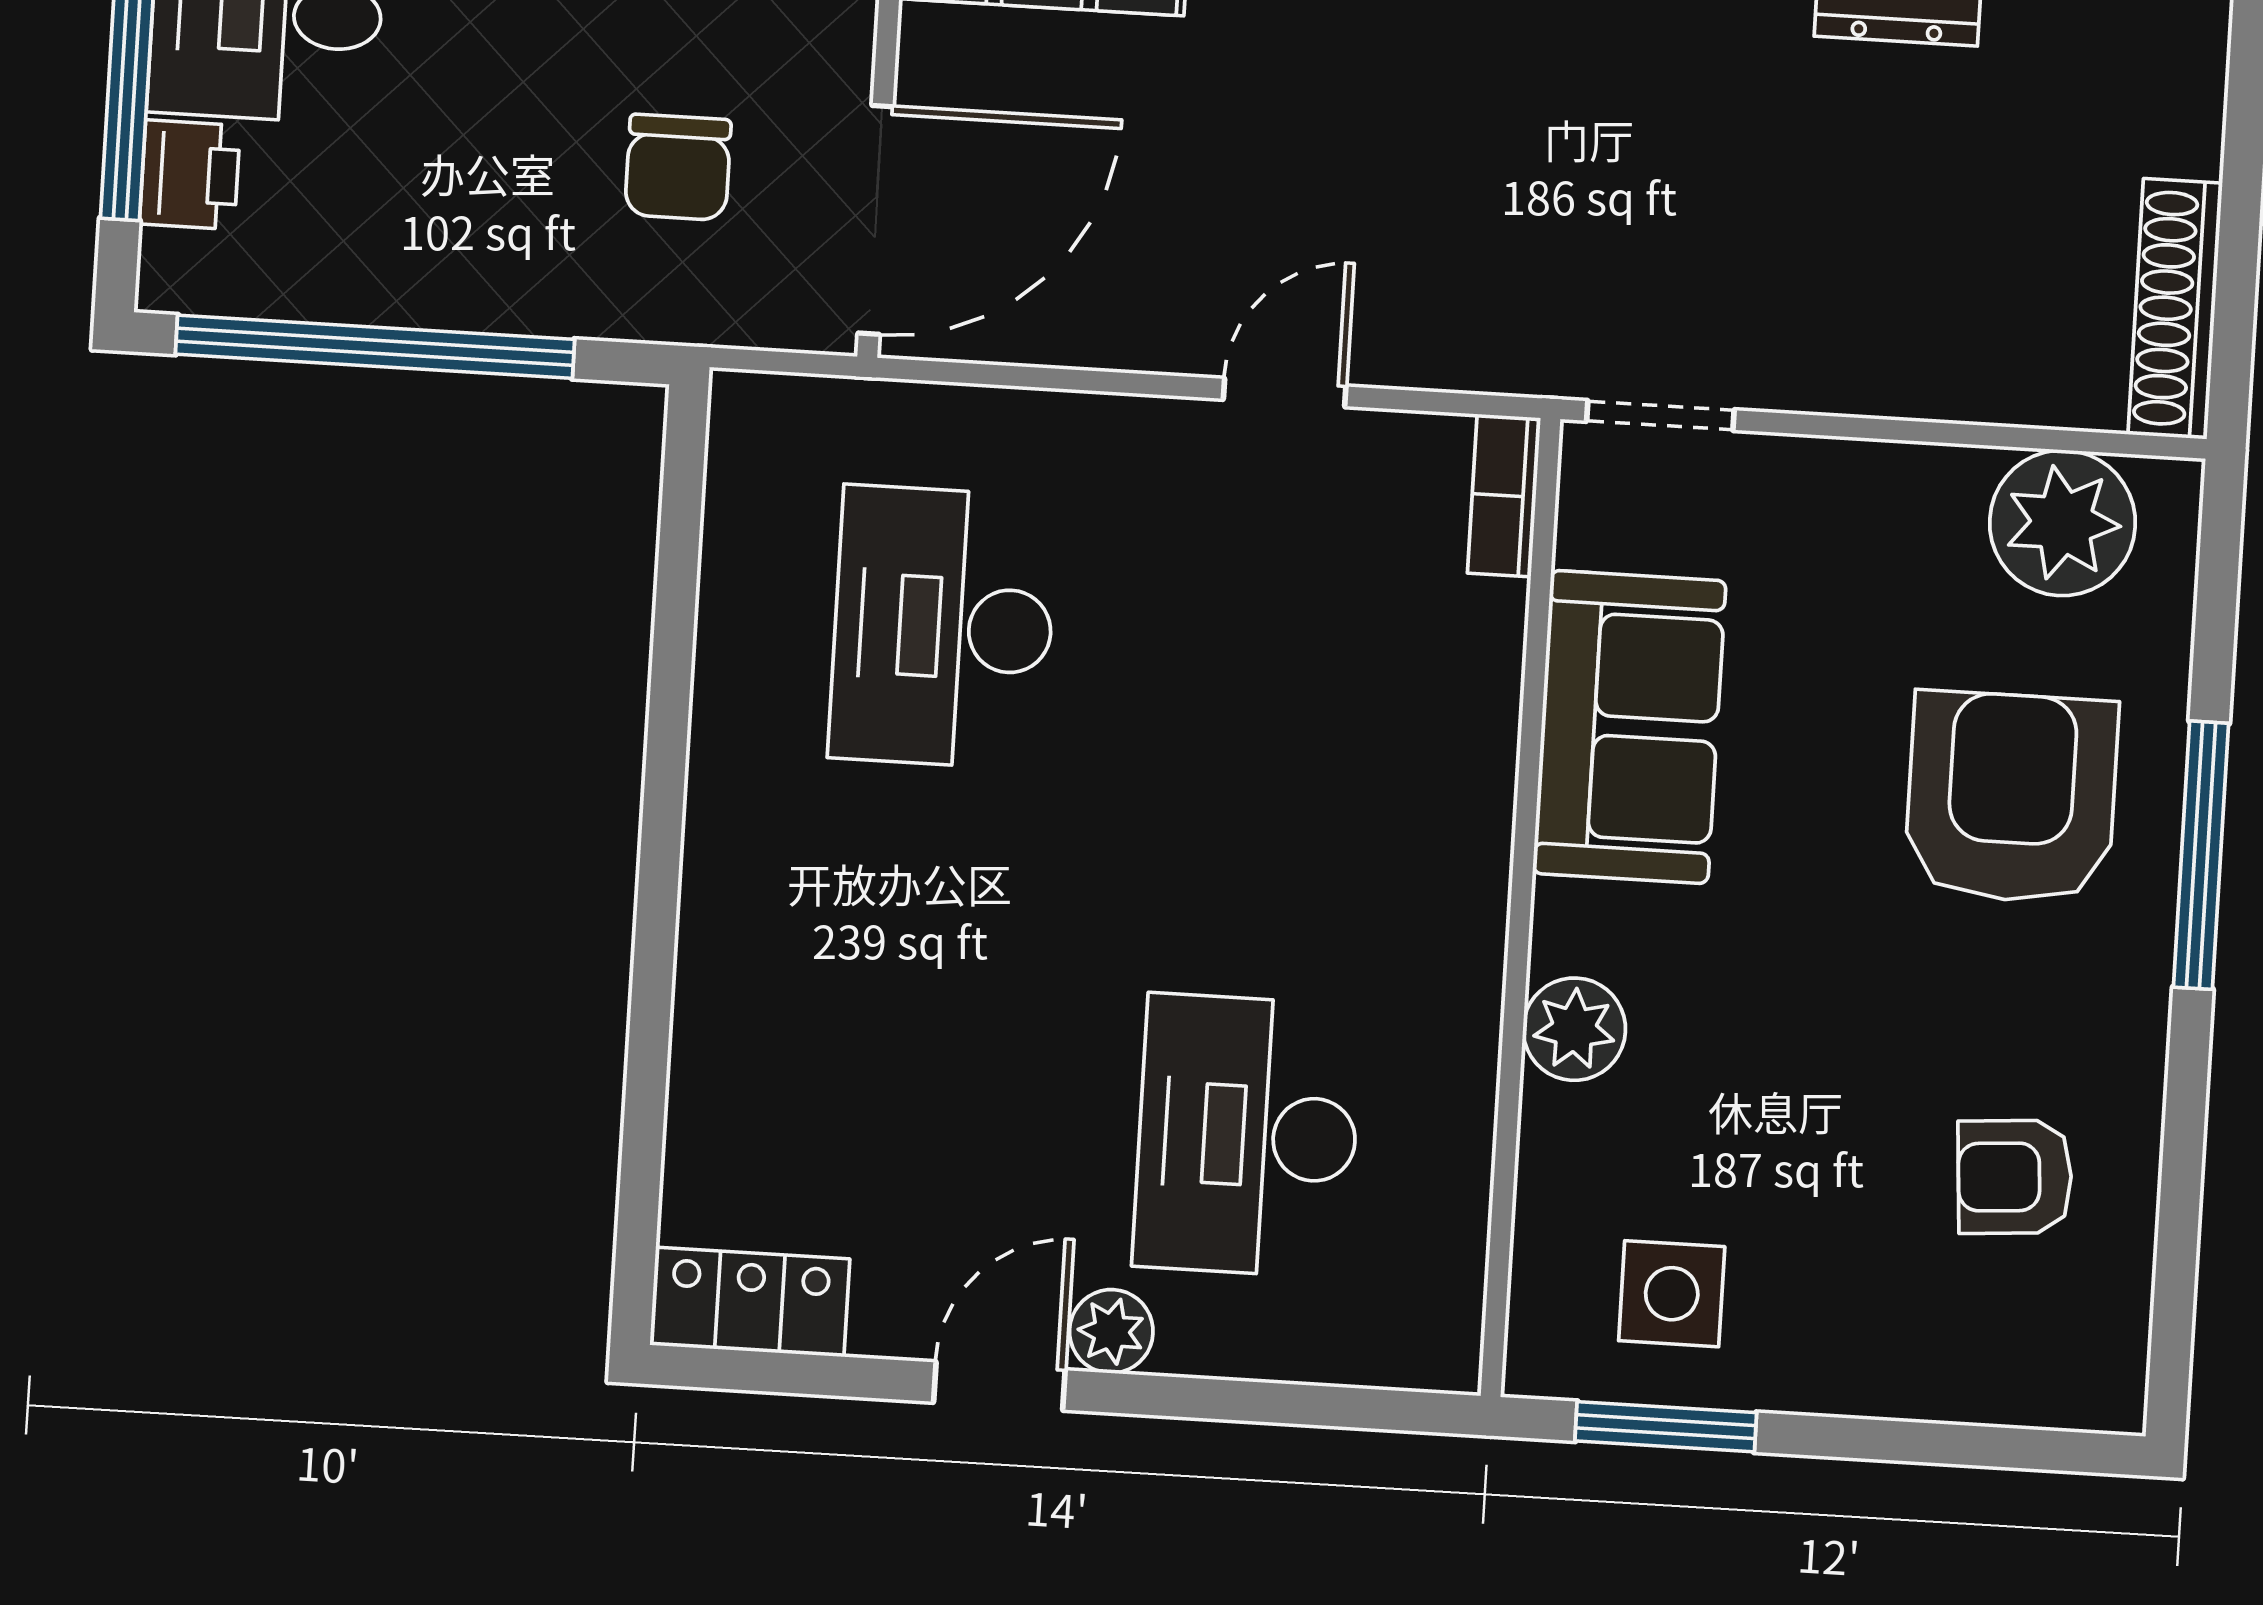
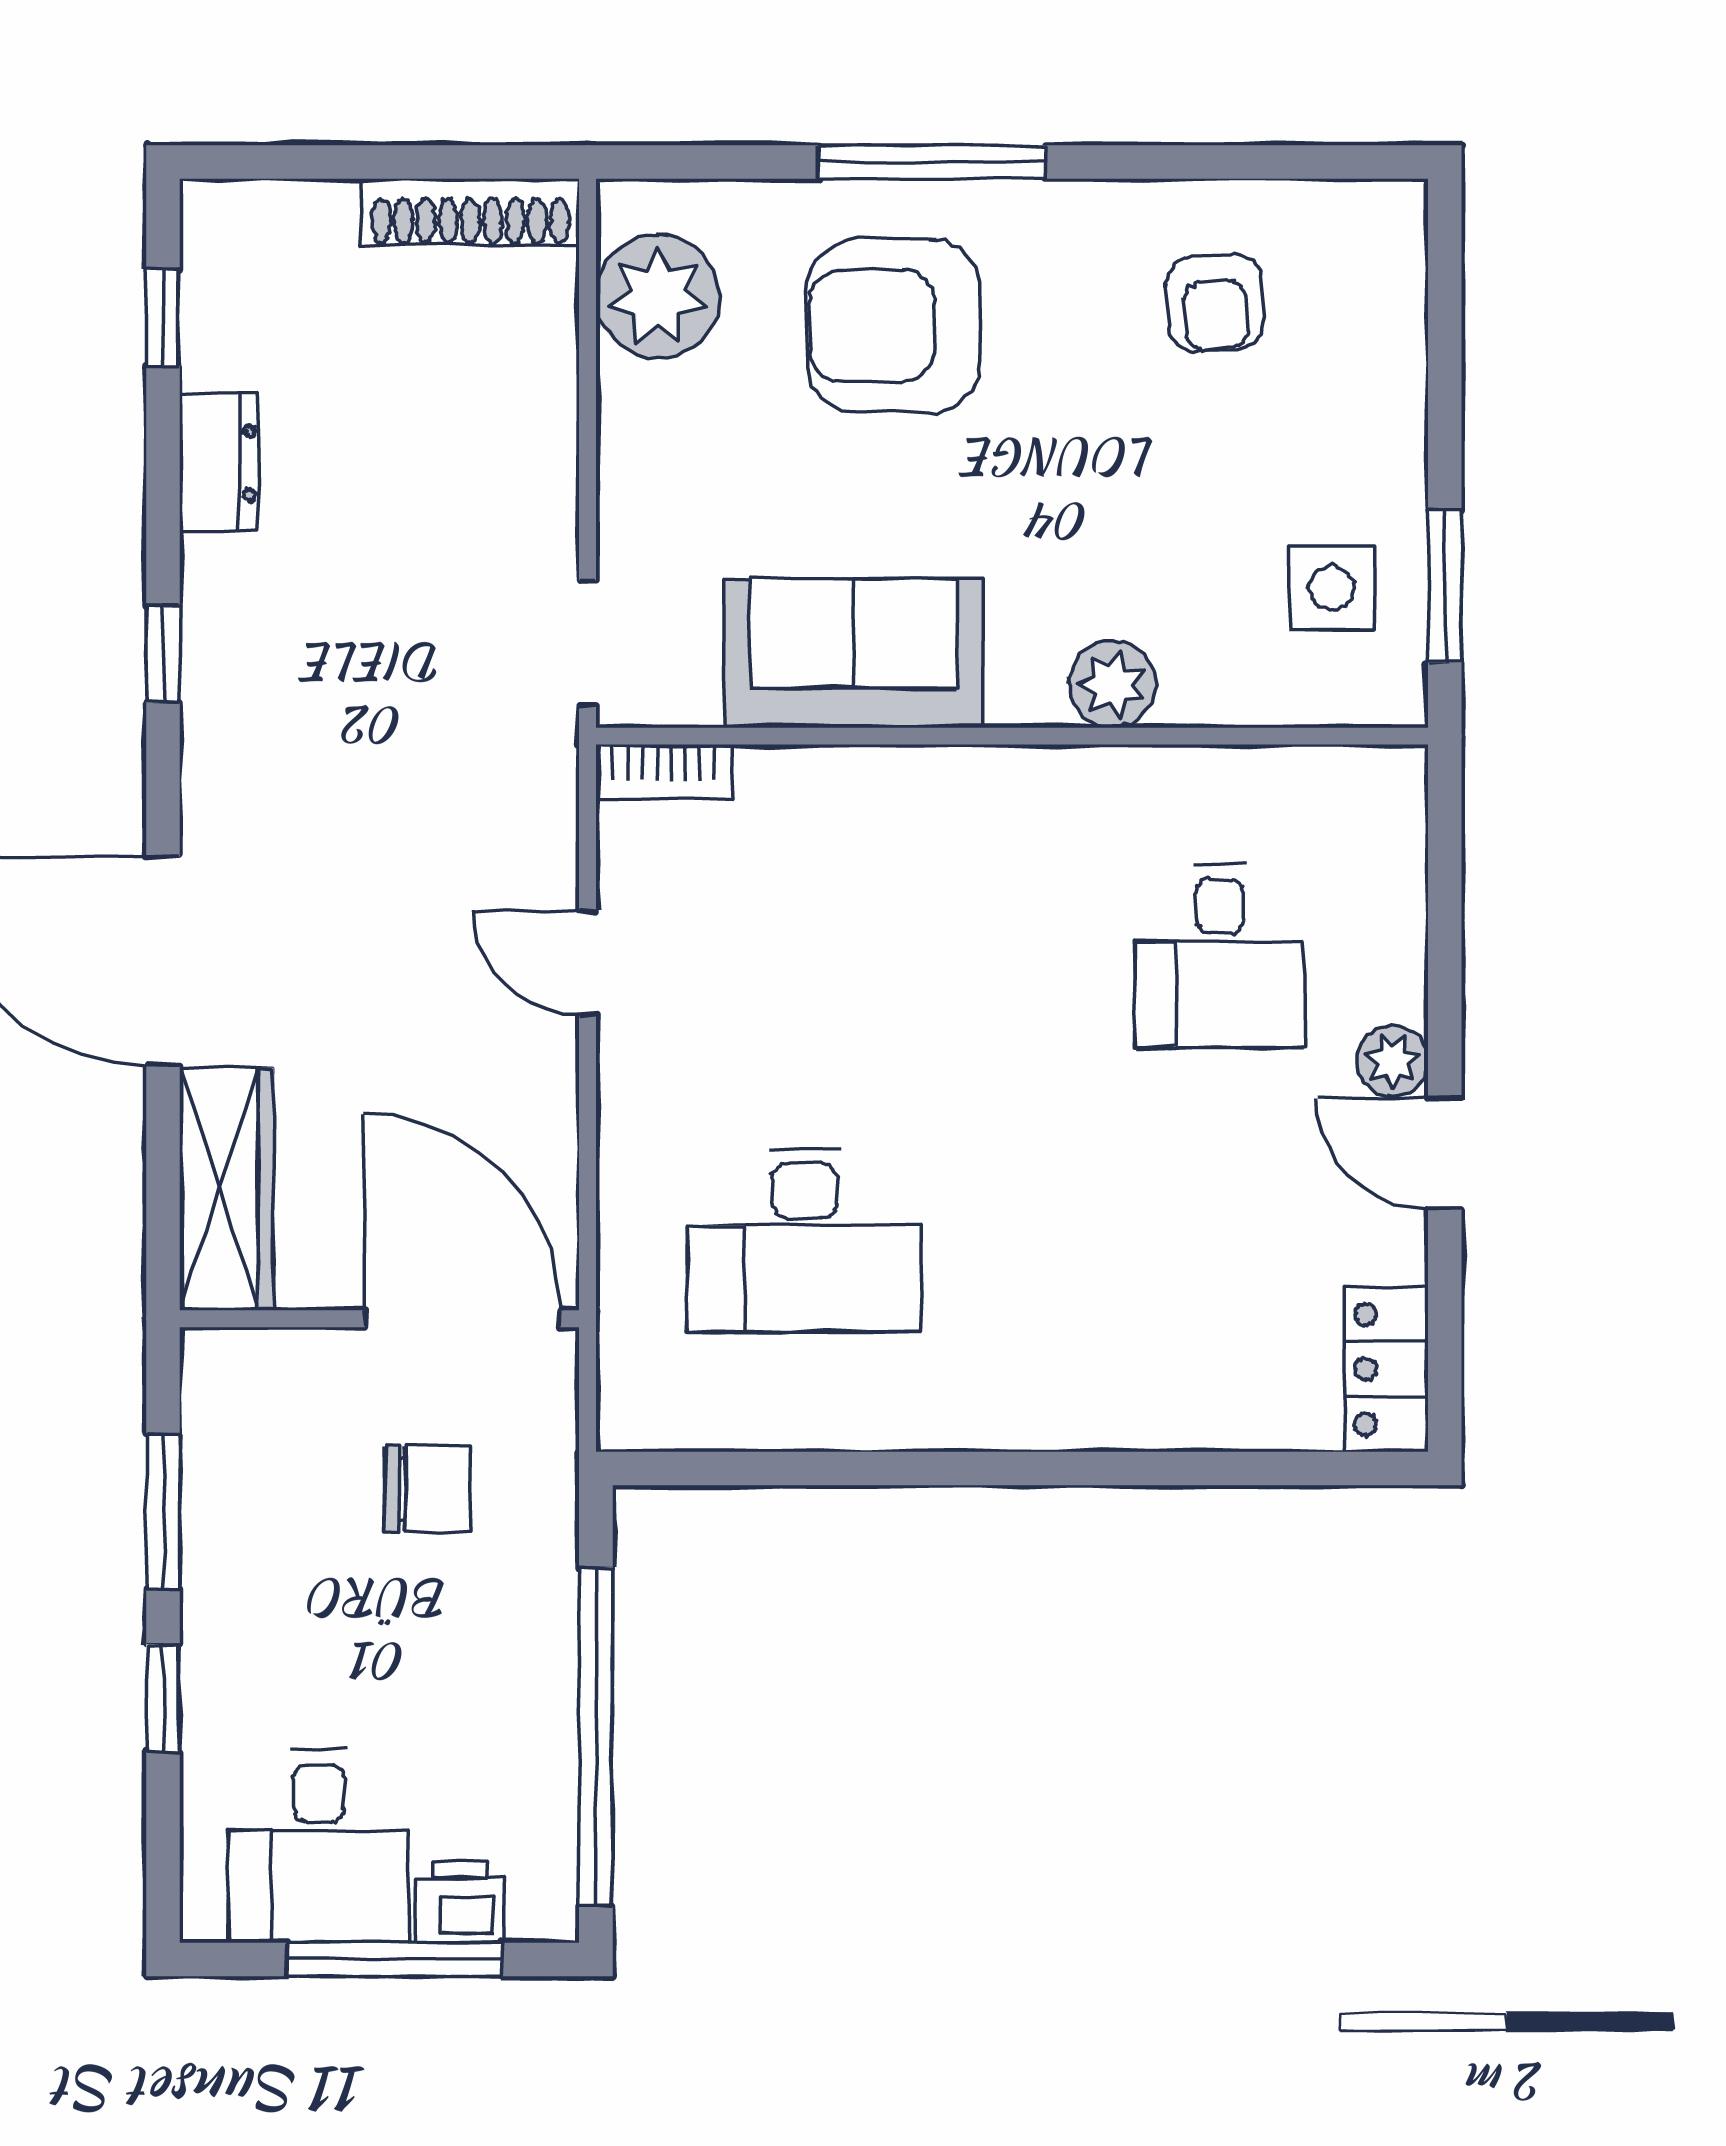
desk: (1247, 1136) -> (1220, 956), width x0.73

